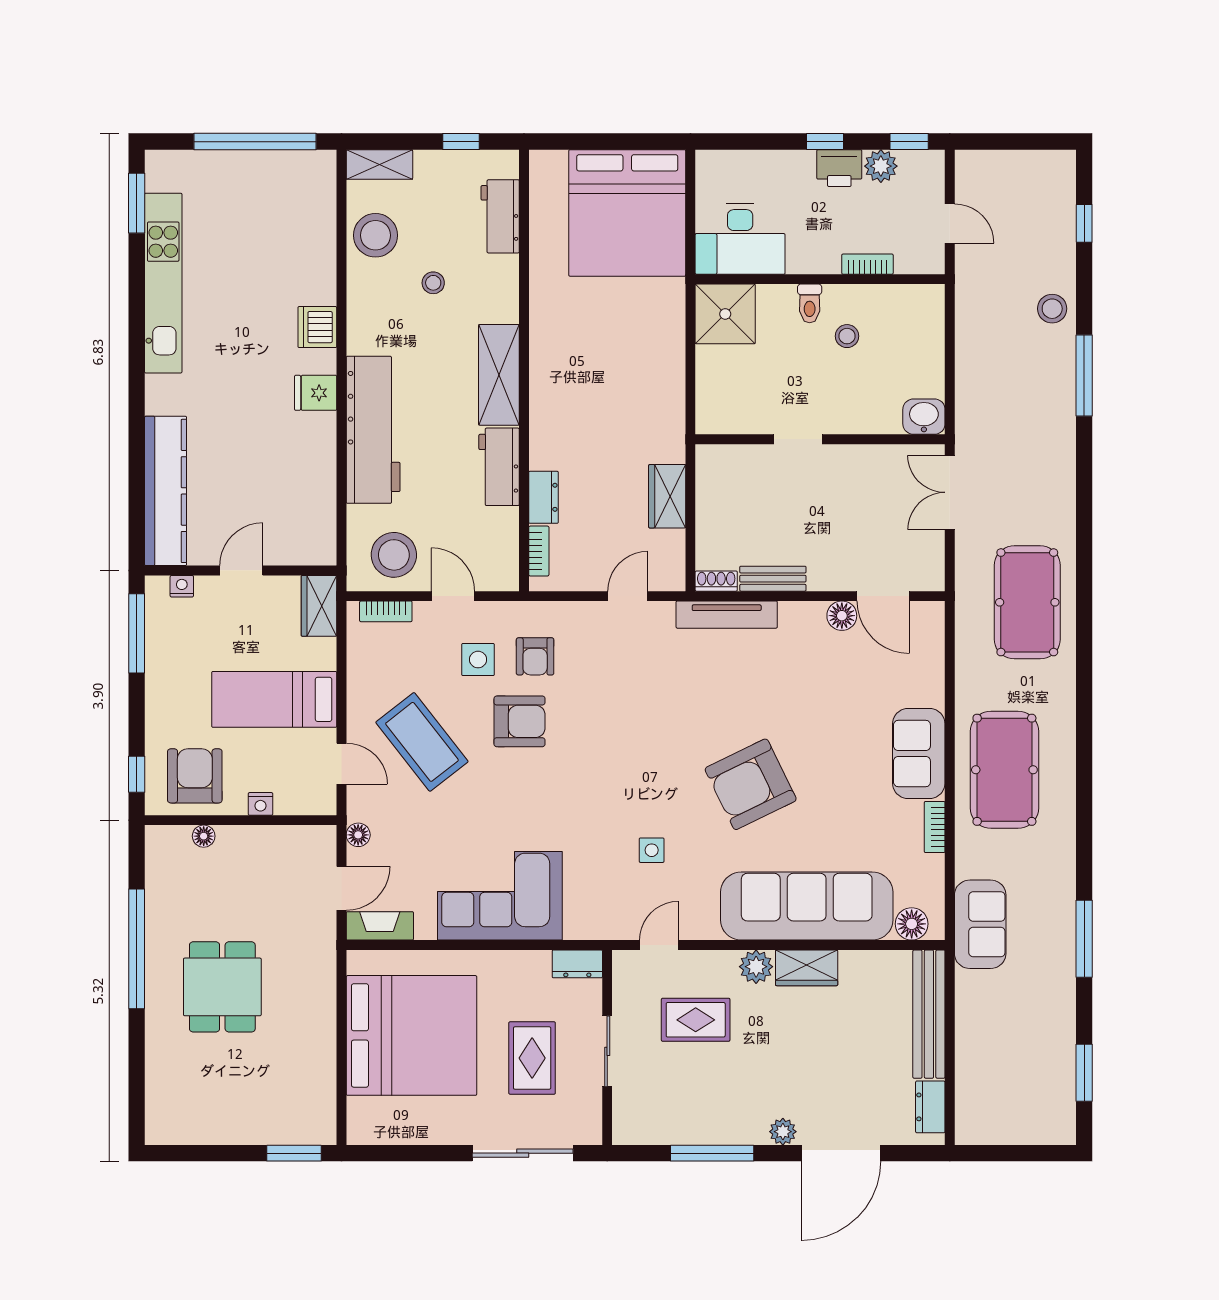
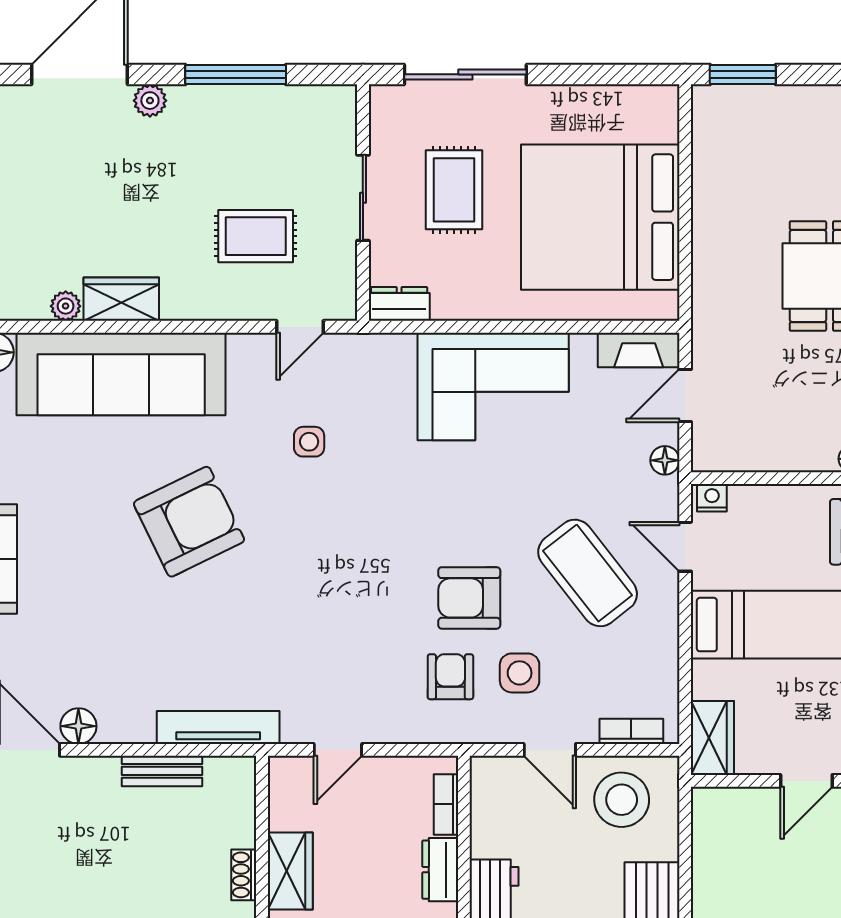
shoe rack: (716, 581) -> (244, 875), moved, turned 90
nightstand: (261, 804) -> (712, 498), moved
plant: (756, 967) -> (66, 306), moved, width x0.73, depth x0.73

